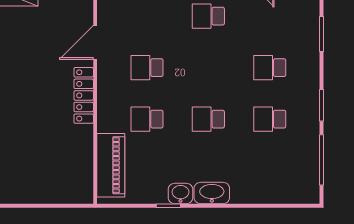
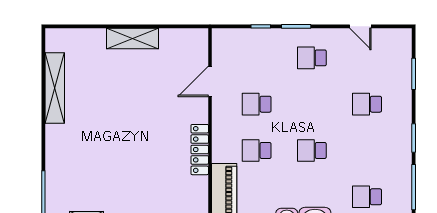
locker: (84, 95) -> (200, 150), moved
school desk: (270, 119) -> (367, 197), moved

